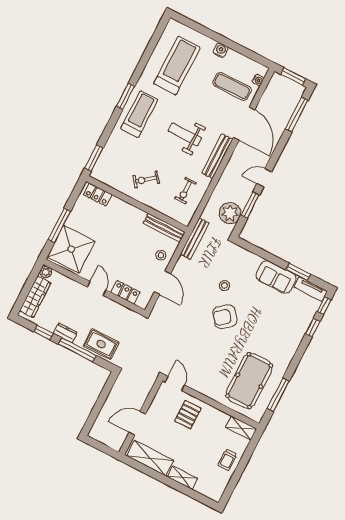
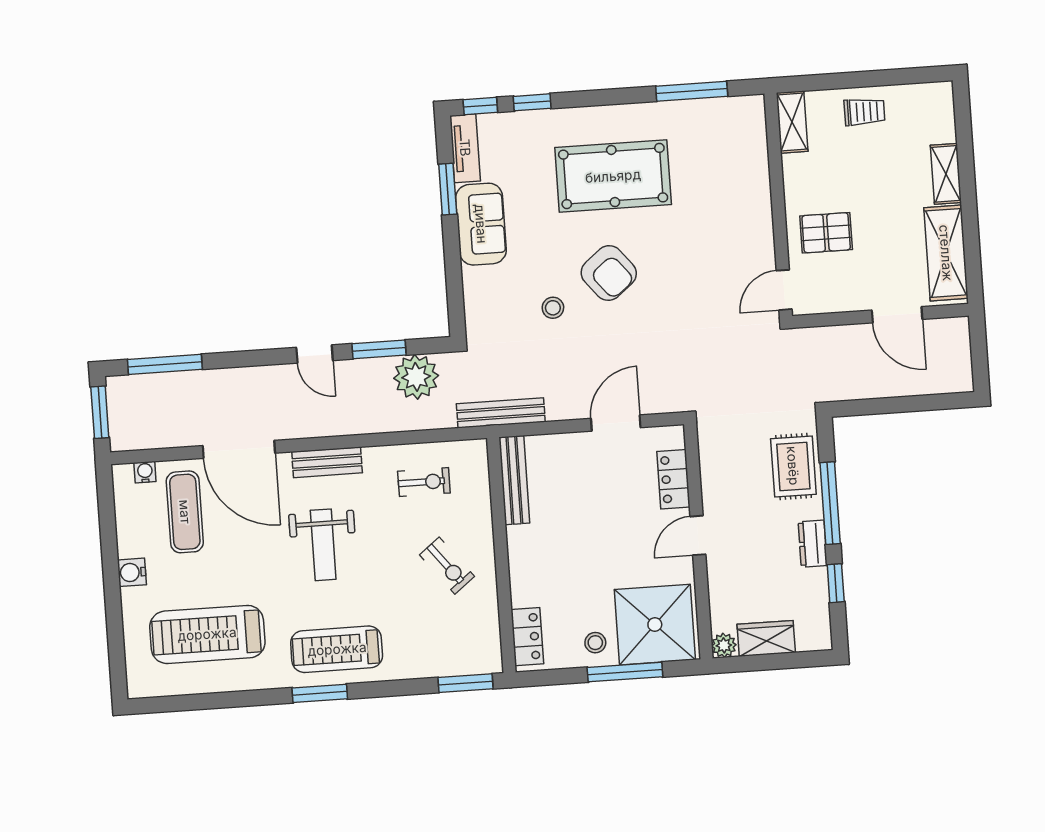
door: (244, 124) -> (239, 449), swing flipped
bench: (217, 156) -> (327, 462), width x0.73
stool: (161, 255) -> (595, 643), moved
wardrobe: (35, 297) -> (766, 638), width x0.67
pool table: (249, 381) -> (613, 176), moved

